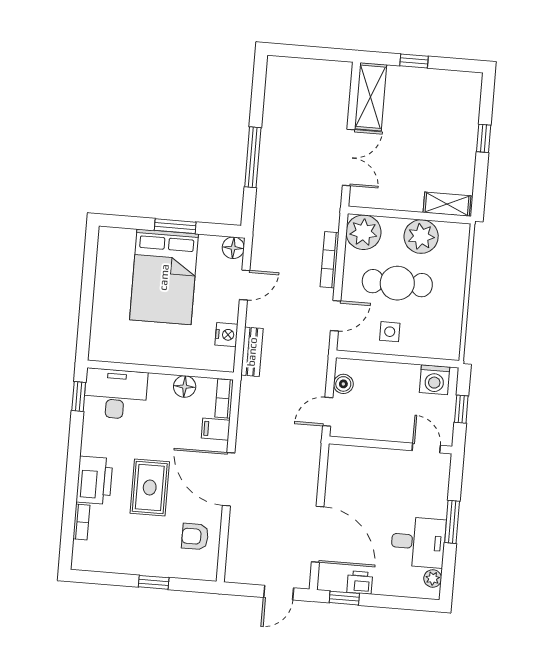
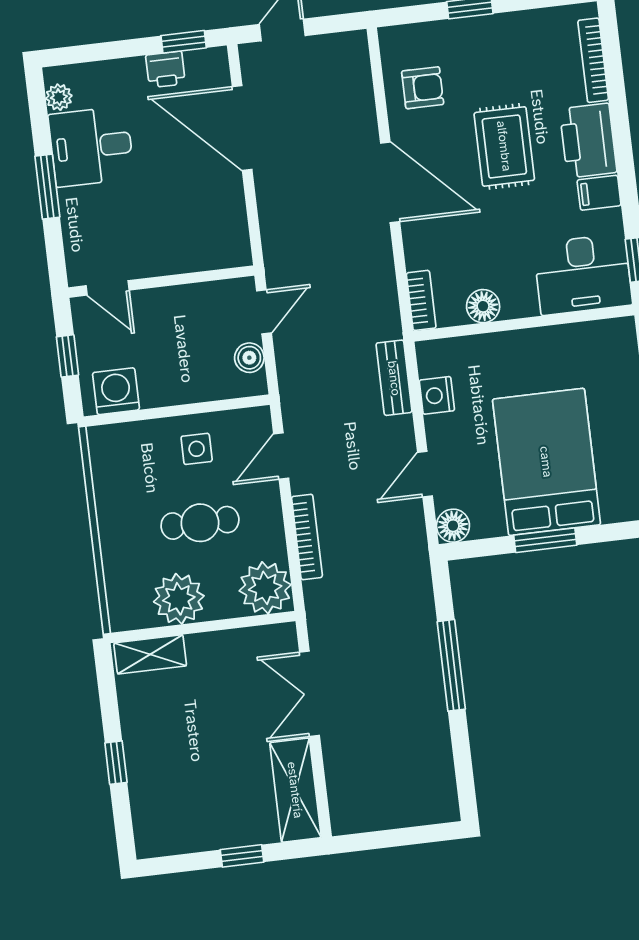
cafe table: (397, 283) -> (200, 523), width x0.73, depth x0.74
filing cabinet: (216, 429) -> (599, 193), moved, turned 180
bookcase: (81, 522) -> (593, 60), width x1.56

